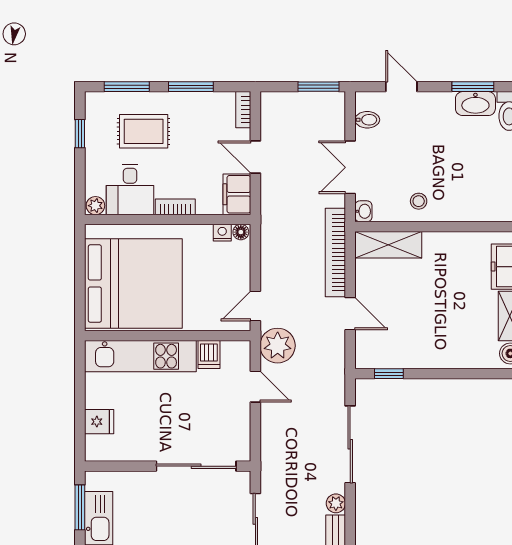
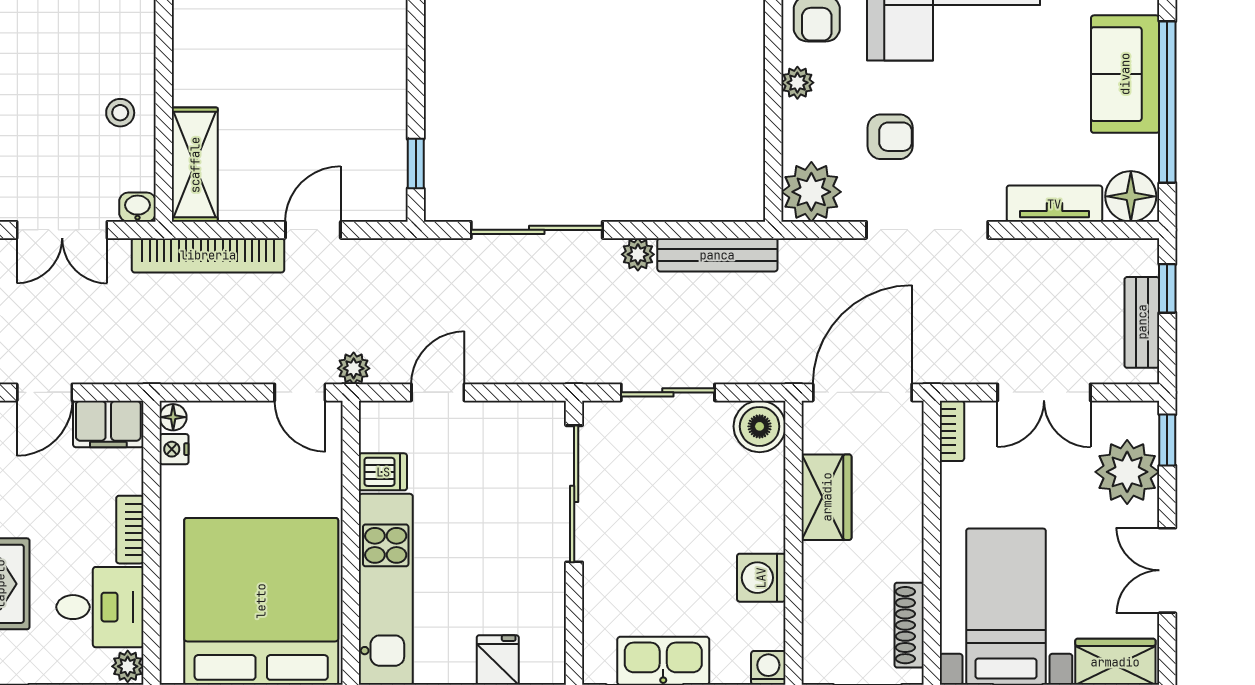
plant: (278, 346) -> (354, 368), width x0.53, depth x0.53

